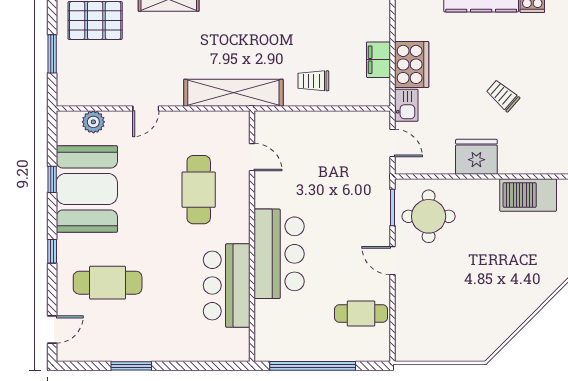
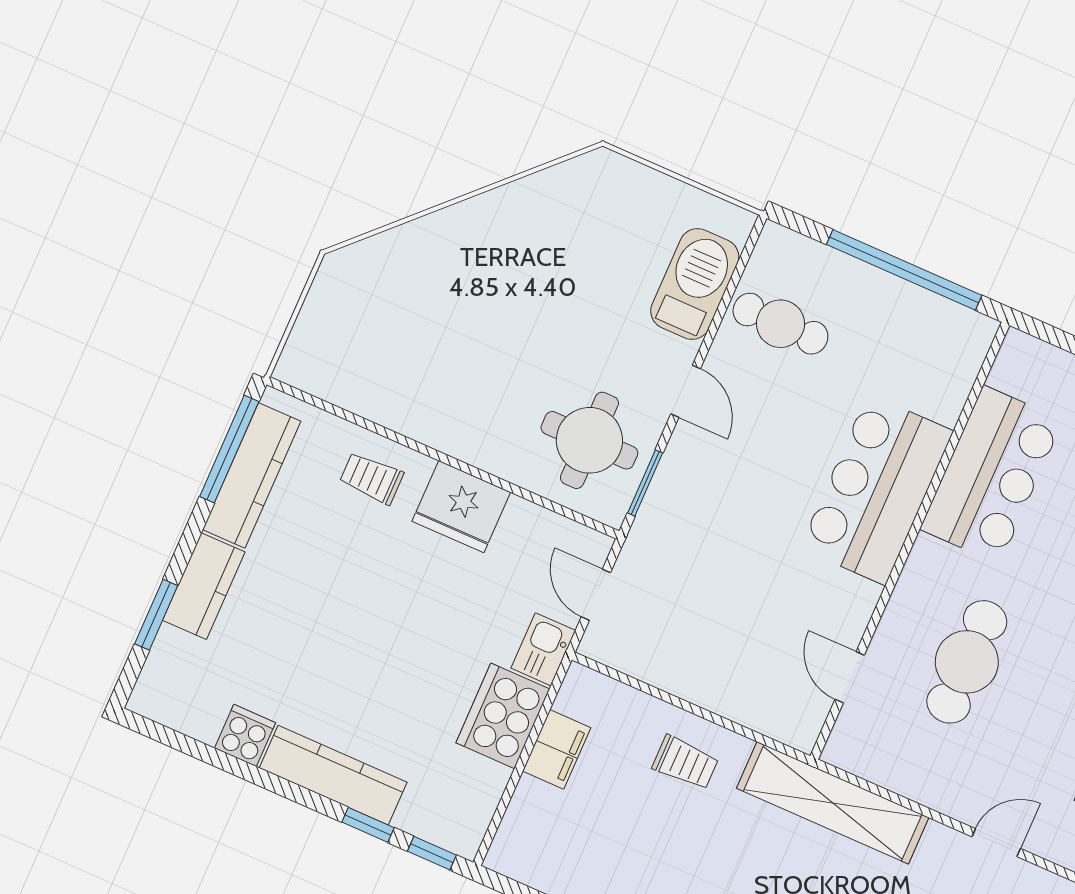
trolley: (503, 95) -> (372, 478), moved, turned 139
barbecue: (528, 195) -> (695, 284), moved, turned -90

